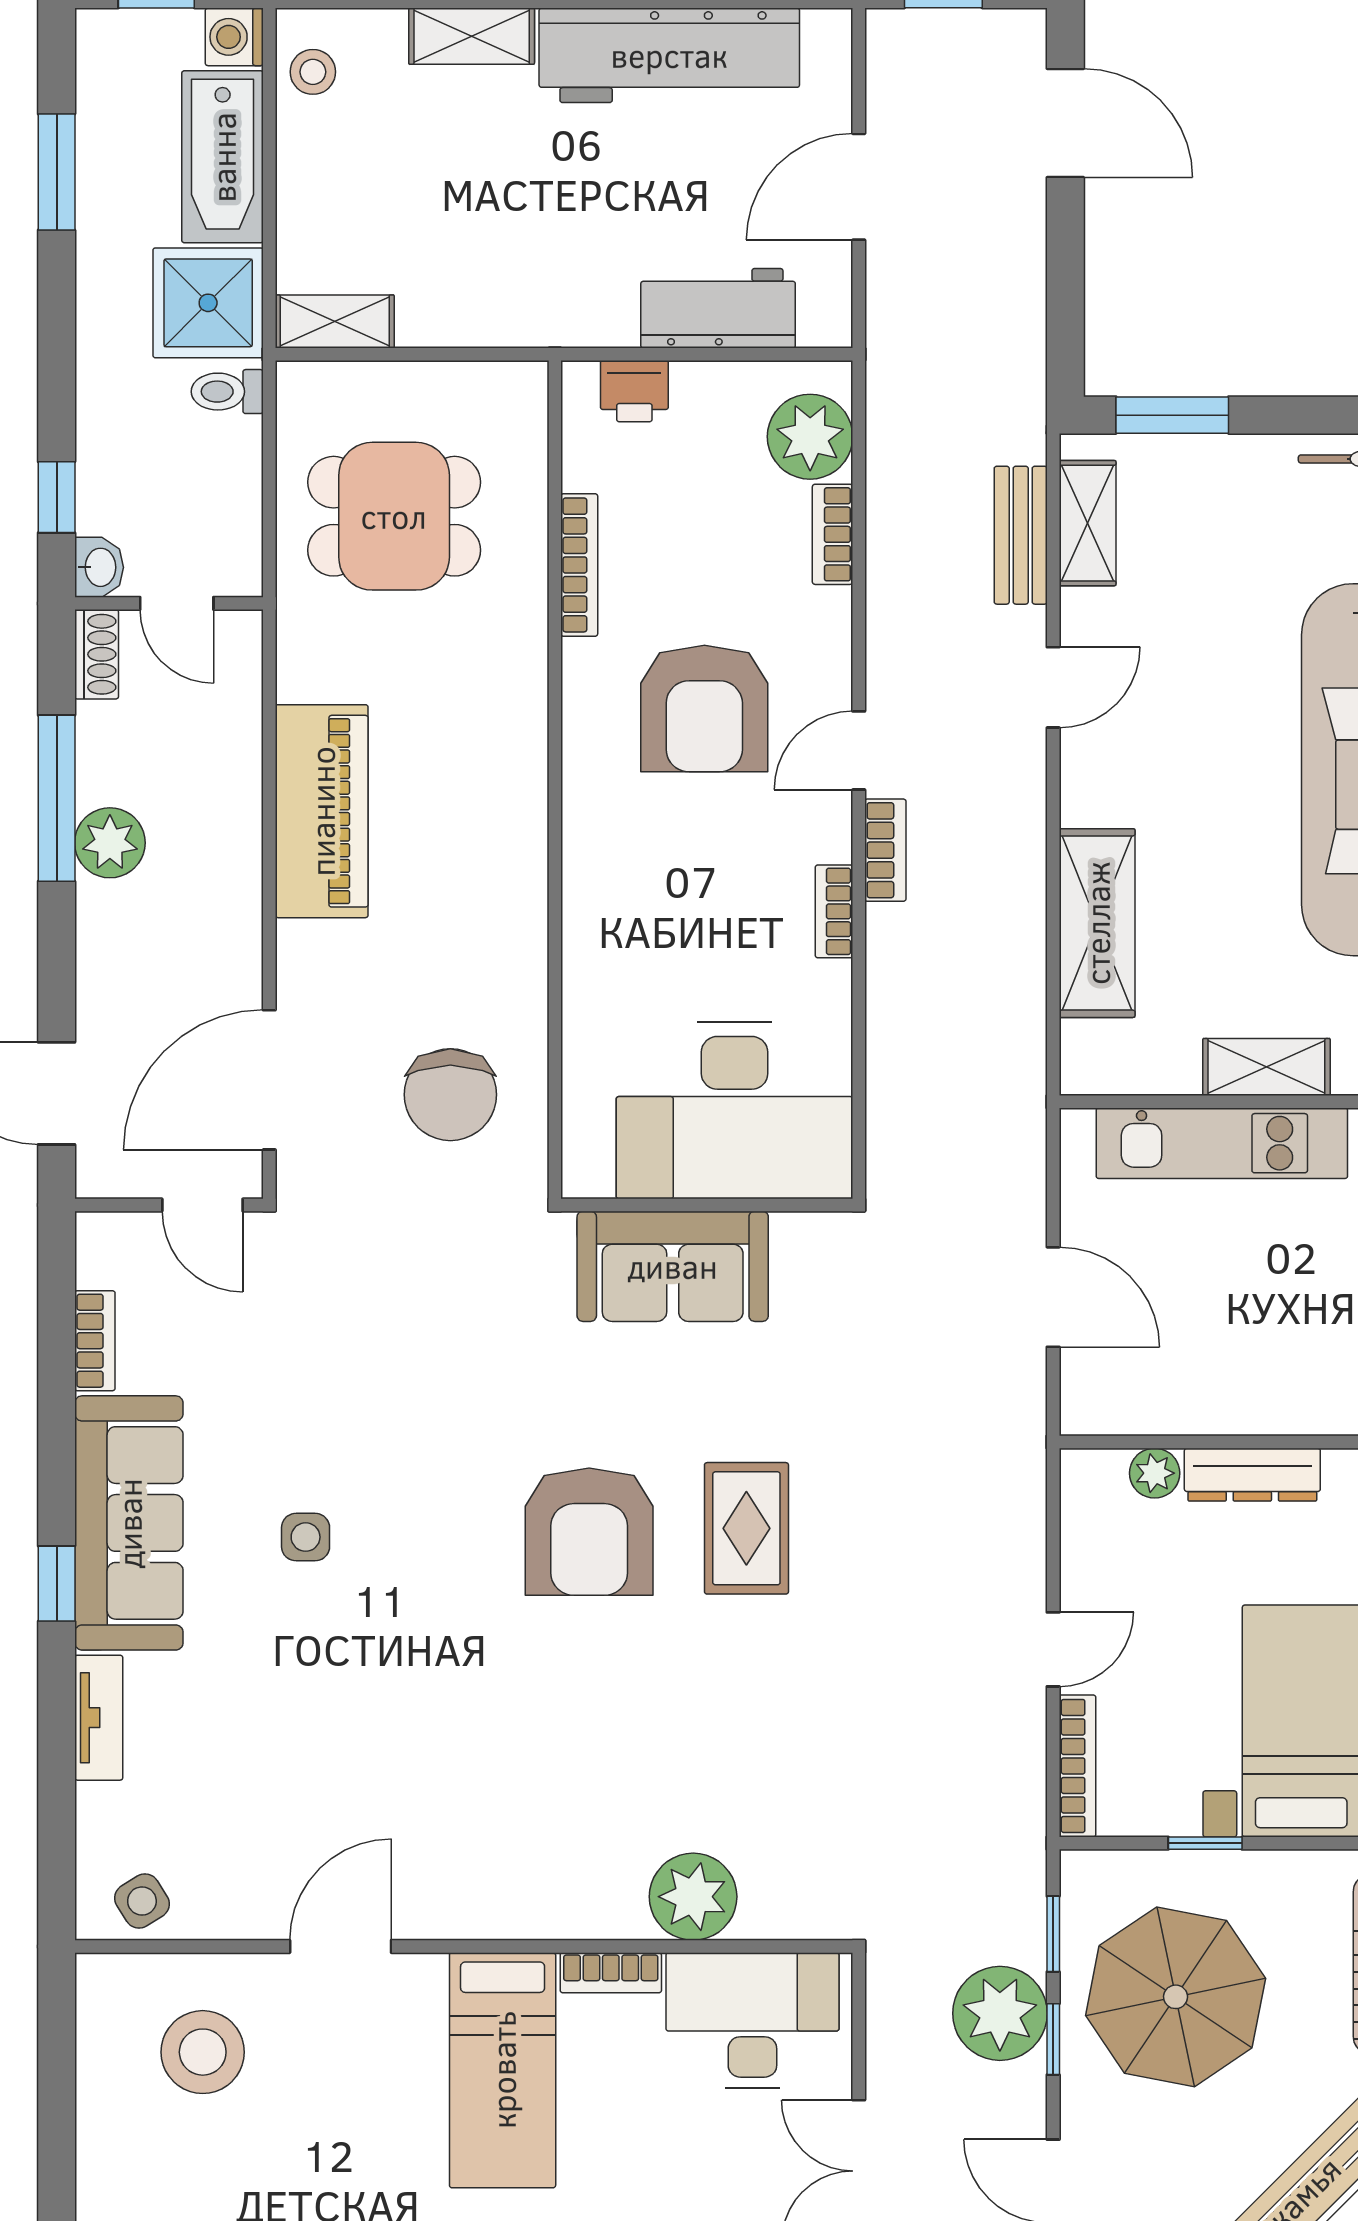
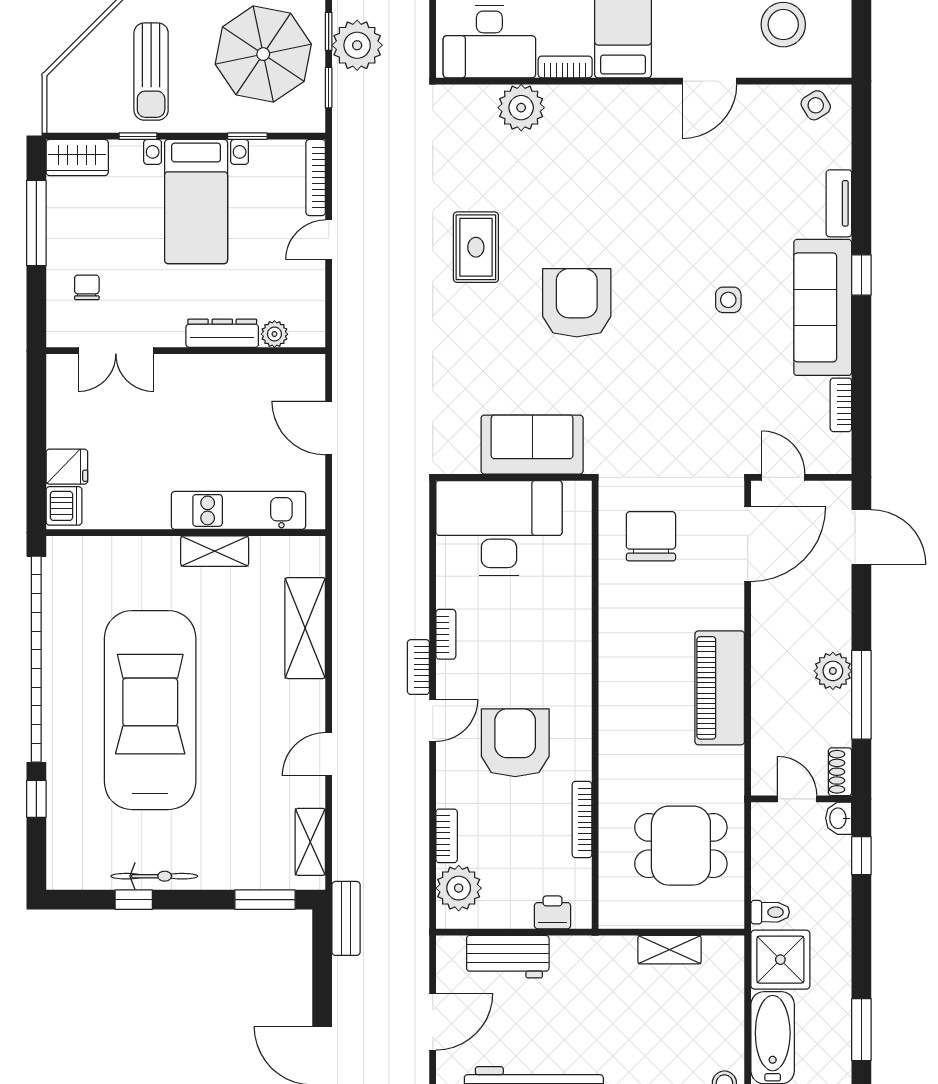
shelving: (335, 321) -> (670, 950), moved
bench: (1021, 535) -> (346, 918), moved
rug: (746, 1528) -> (476, 247), moved

